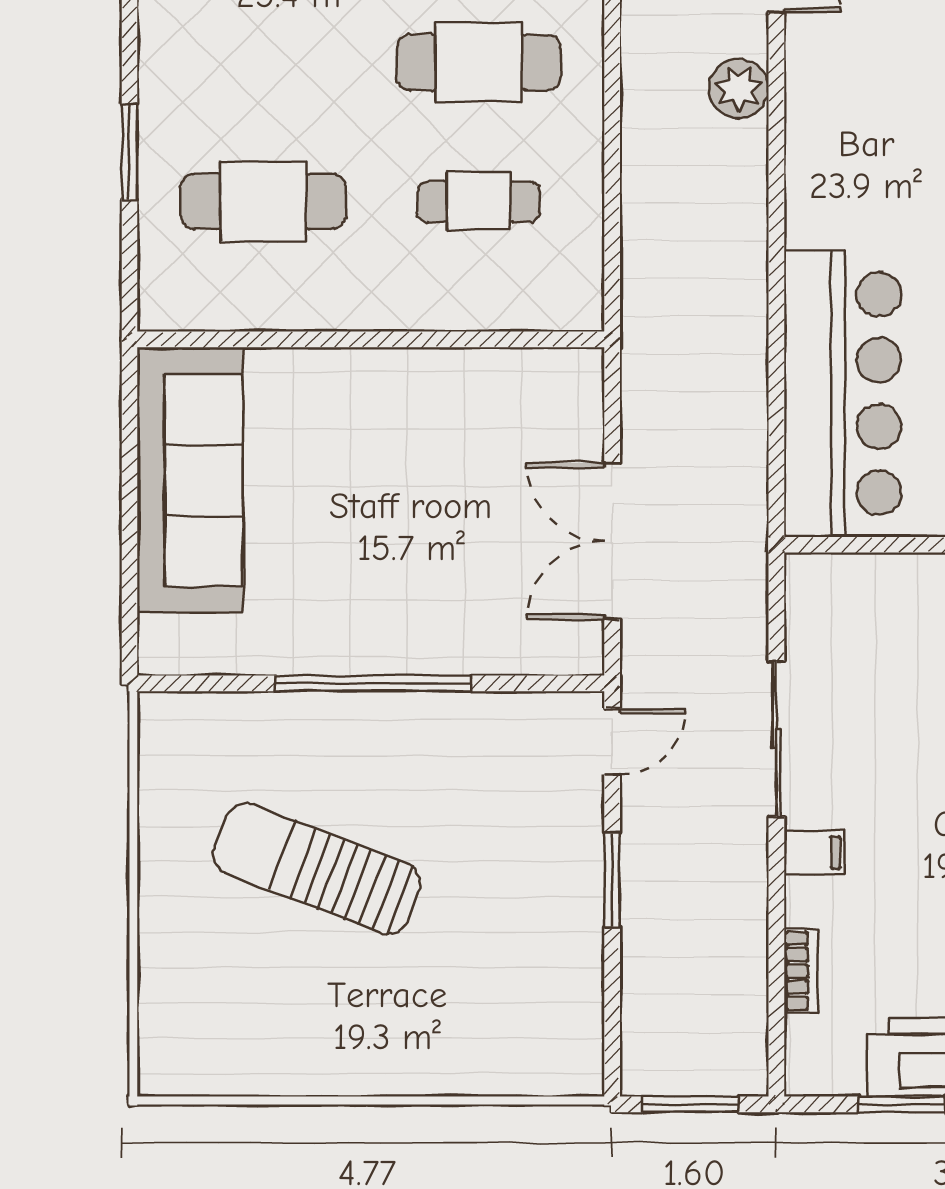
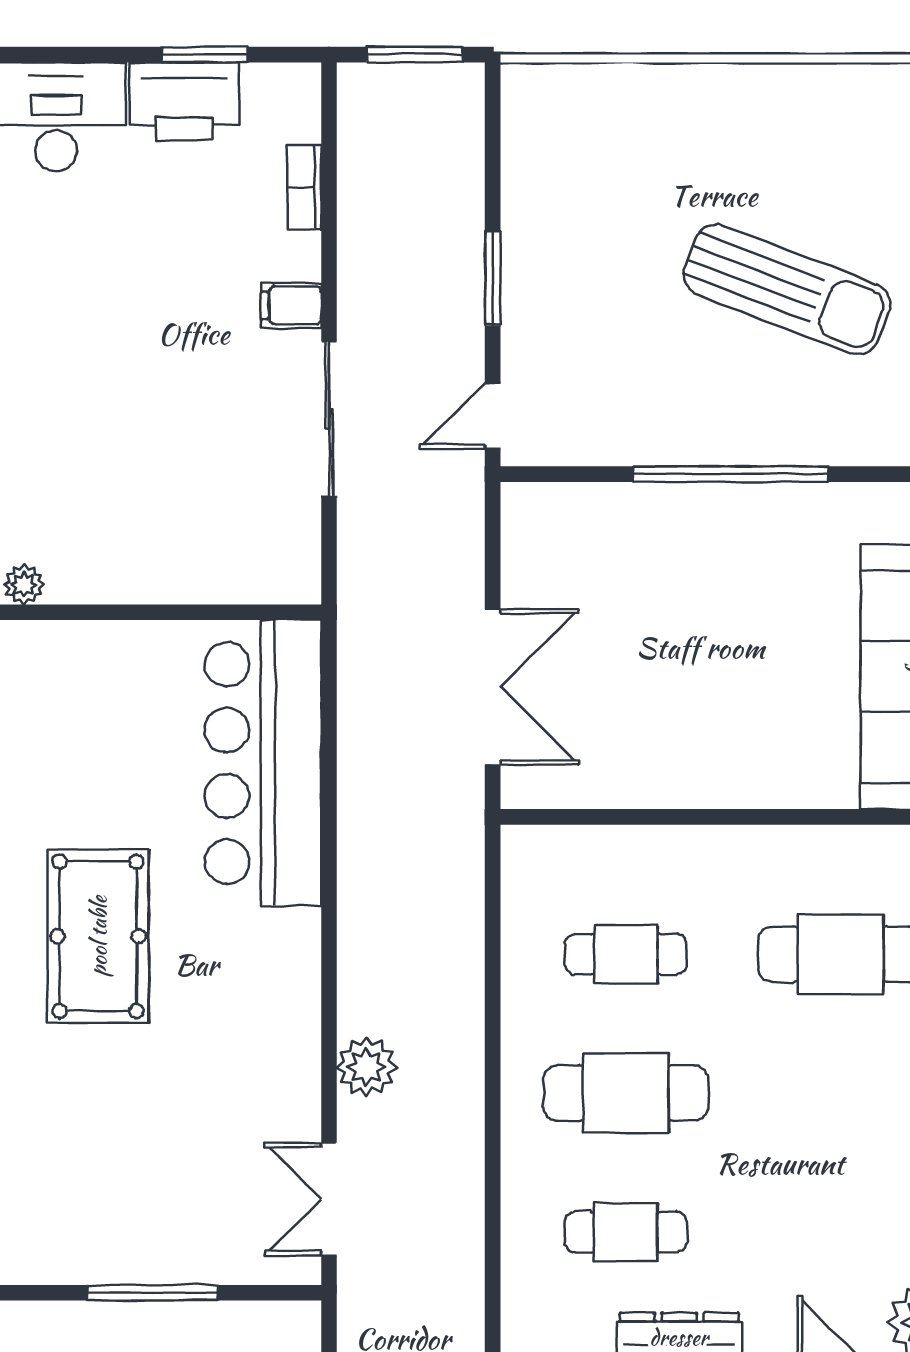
double door: (612, 541) -> (493, 687), moved

